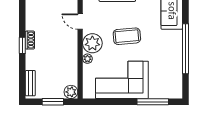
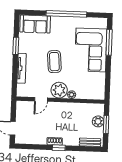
corner sofa: (122, 80) -> (91, 50), moved
plant: (71, 92) -> (98, 121), moved

